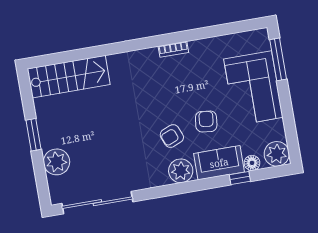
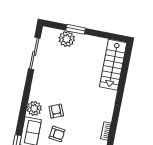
window: (33, 135) -> (76, 29), moved
sliding door: (97, 203) -> (34, 54), width x0.73

